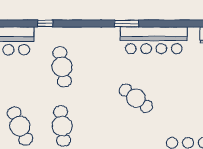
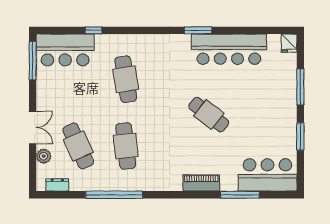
window: (45, 23) -> (94, 30), moved

